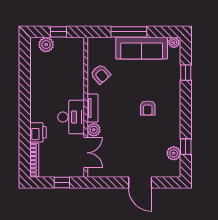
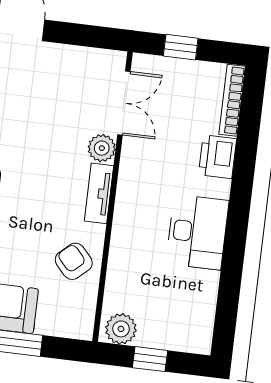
plant: (46, 45) -> (121, 329), moved
desk: (71, 117) -> (197, 232), moved, turned 180
double door: (86, 153) -> (124, 103), swing flipped

